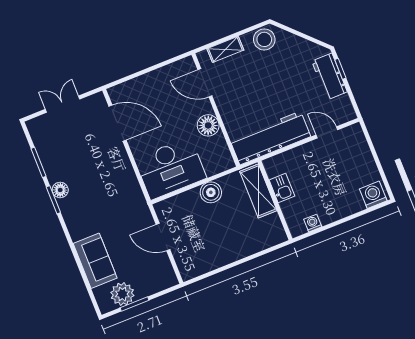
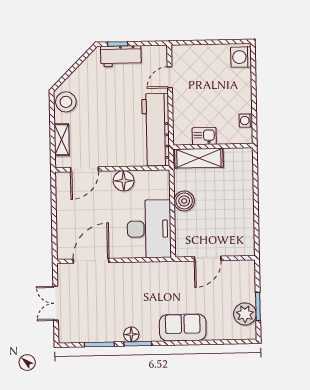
sofa: (95, 261) -> (183, 328), moved

